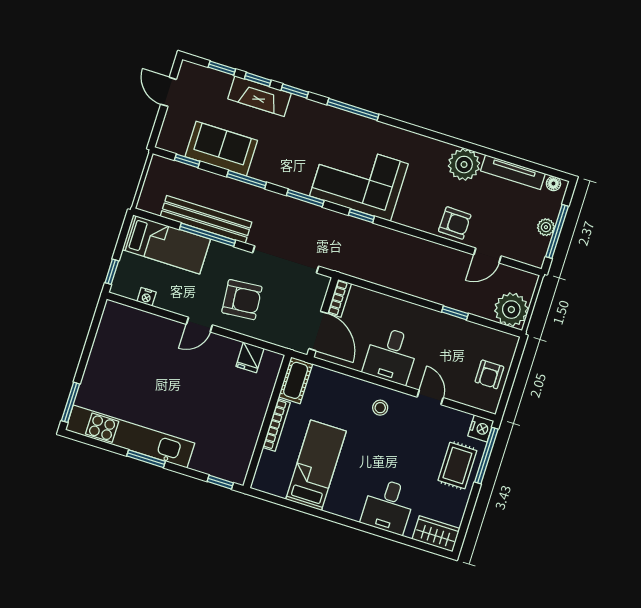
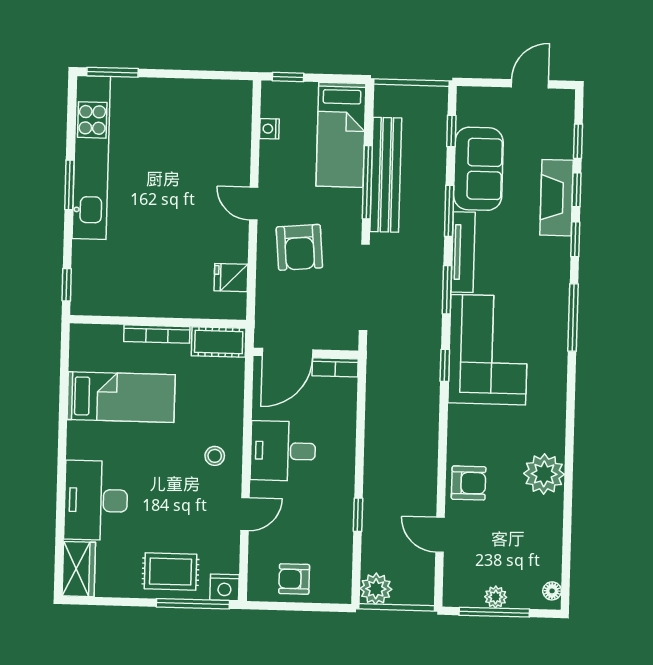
tv unit: (513, 172) -> (463, 252), moved, turned 180
armchair: (455, 223) -> (469, 483), turned -91
plant: (511, 310) -> (376, 589), width x0.73, depth x0.73
desk: (388, 506) -> (96, 500), width x1.37

